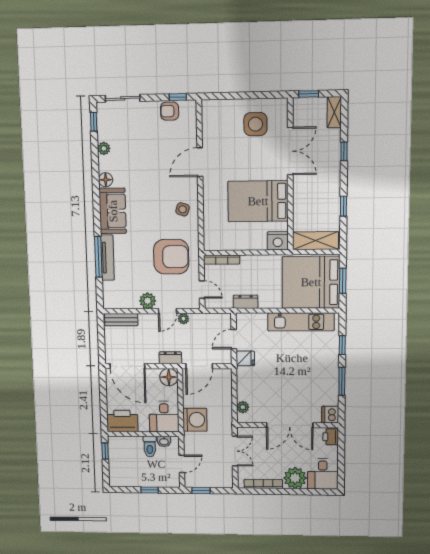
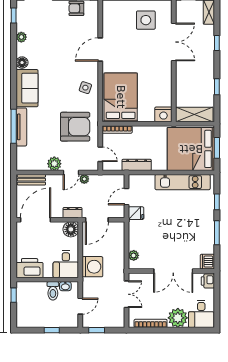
bed: (258, 201) -> (121, 97), moved, turned 90
dresser: (246, 302) -> (137, 165), width x1.44
door: (127, 366) -> (36, 220), swing flipped

